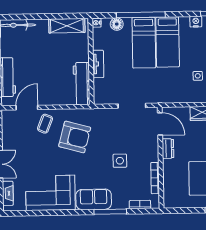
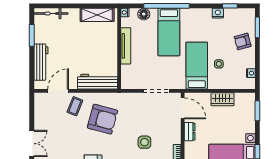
bed: (168, 42) -> (197, 66), moved, turned 180
tv unit: (98, 64) -> (126, 46), width x1.41
workbench: (82, 84) -> (97, 82), moved, turned 90

